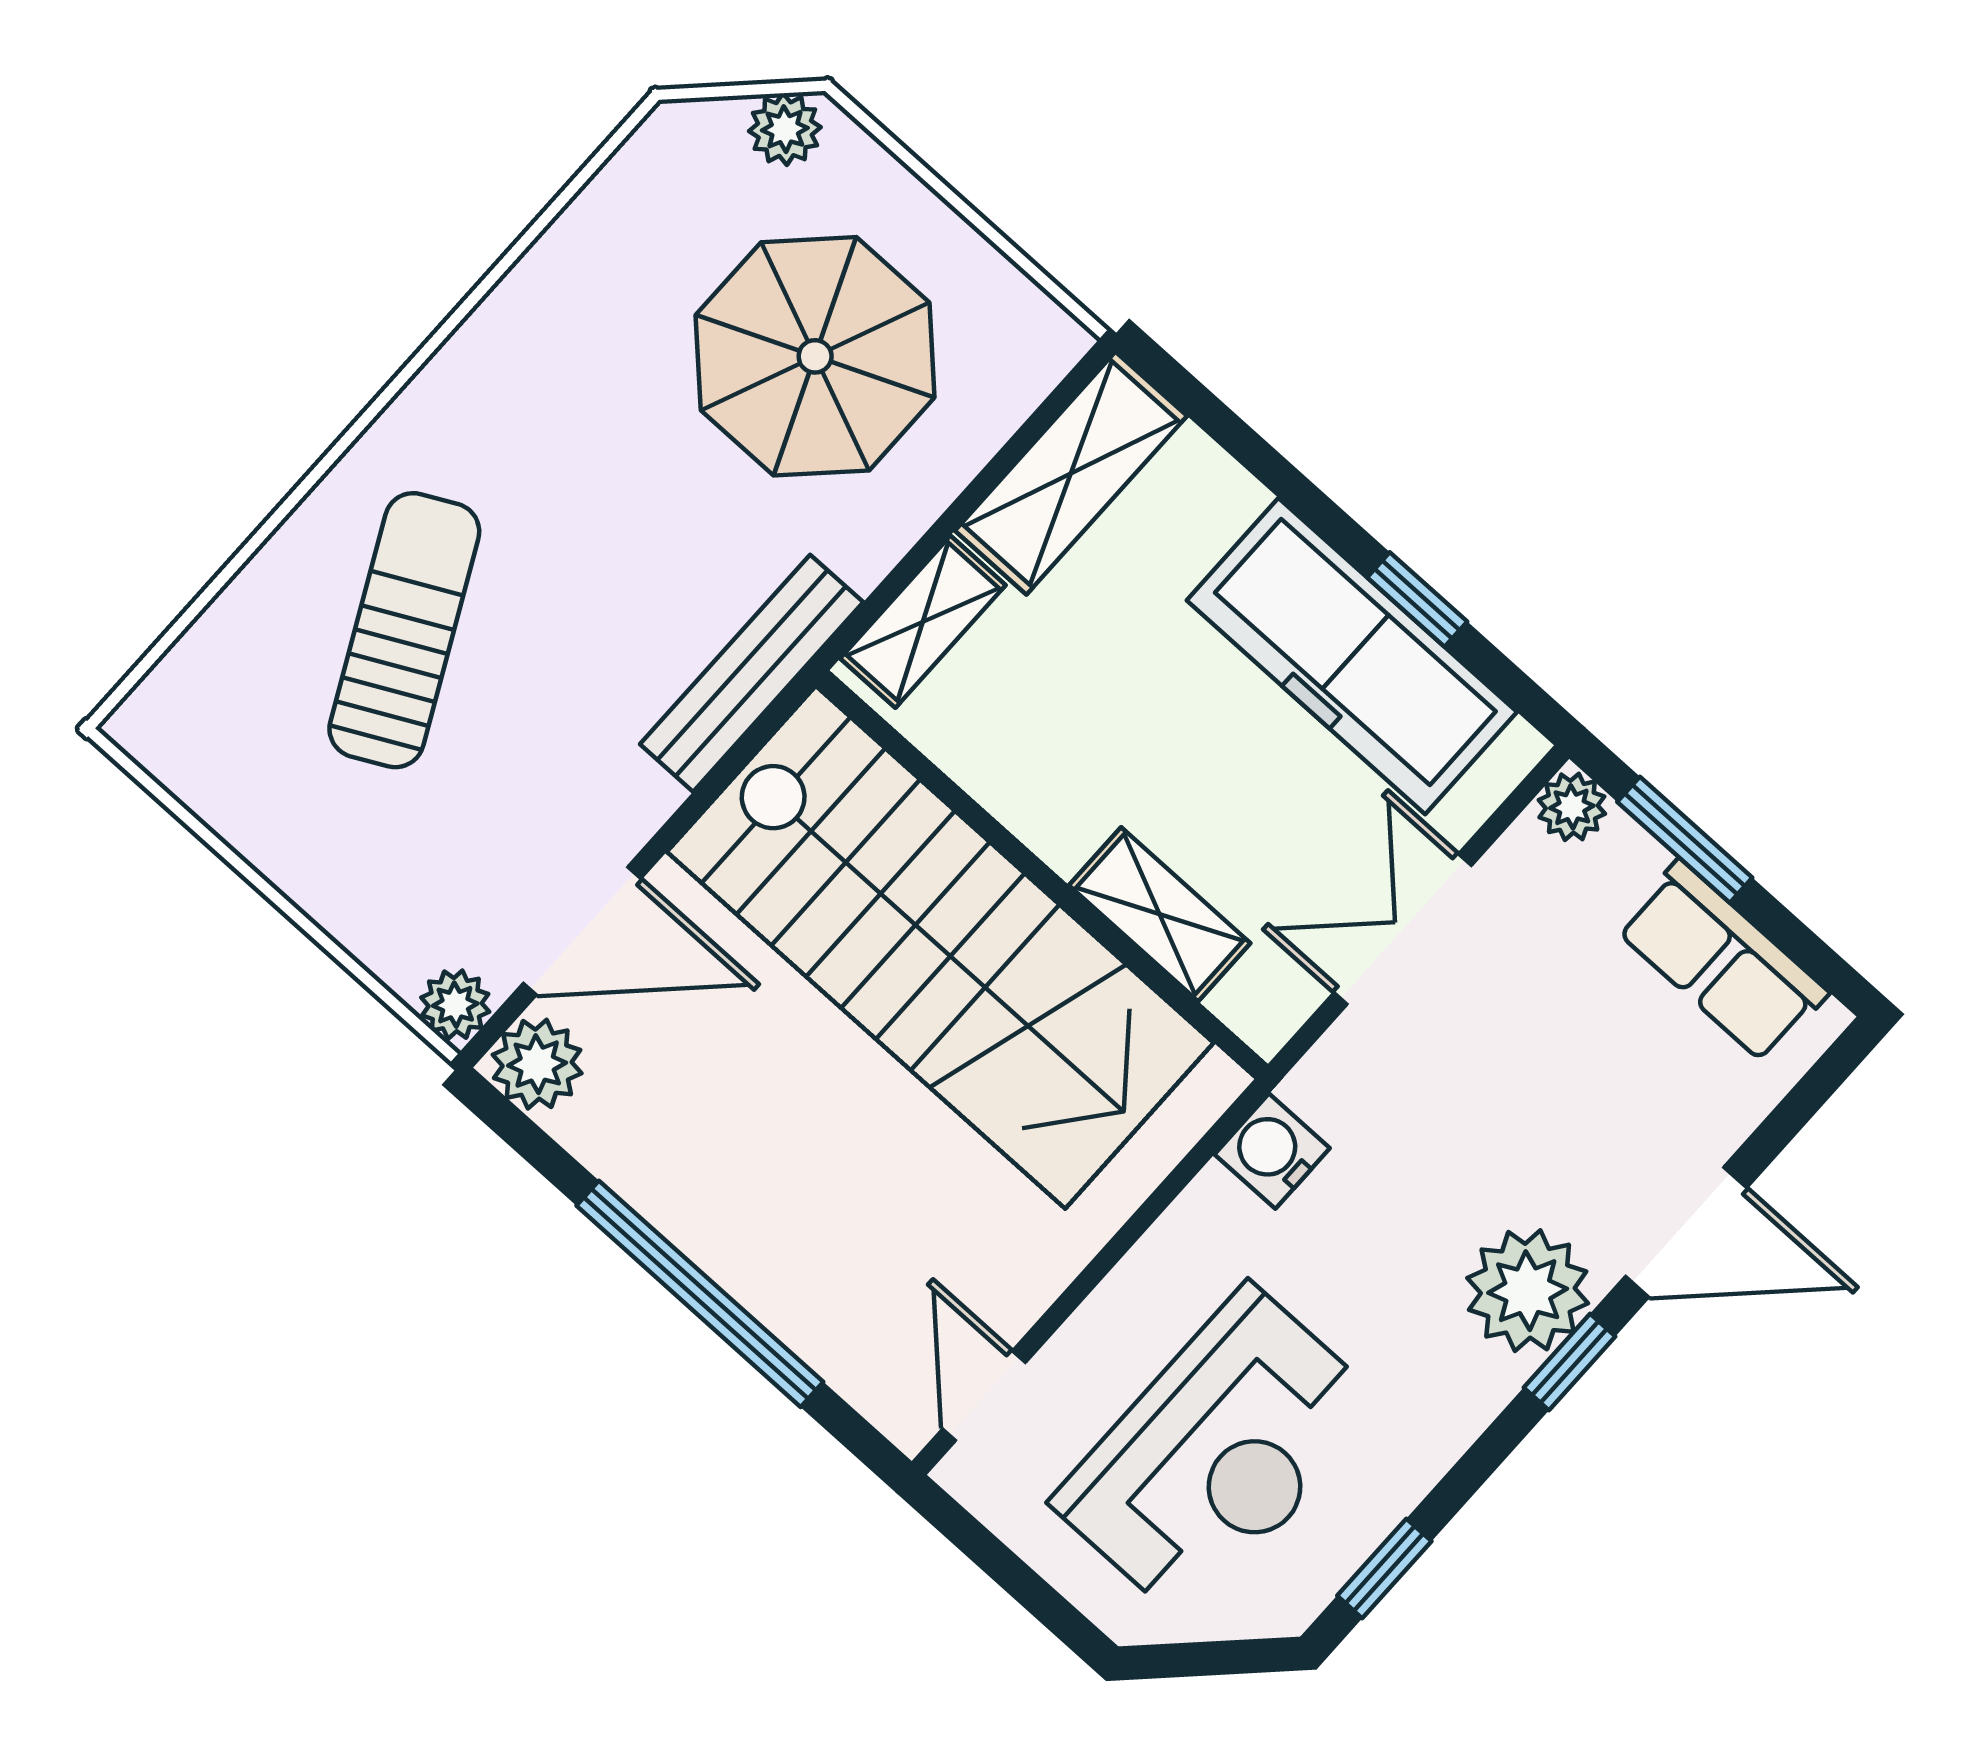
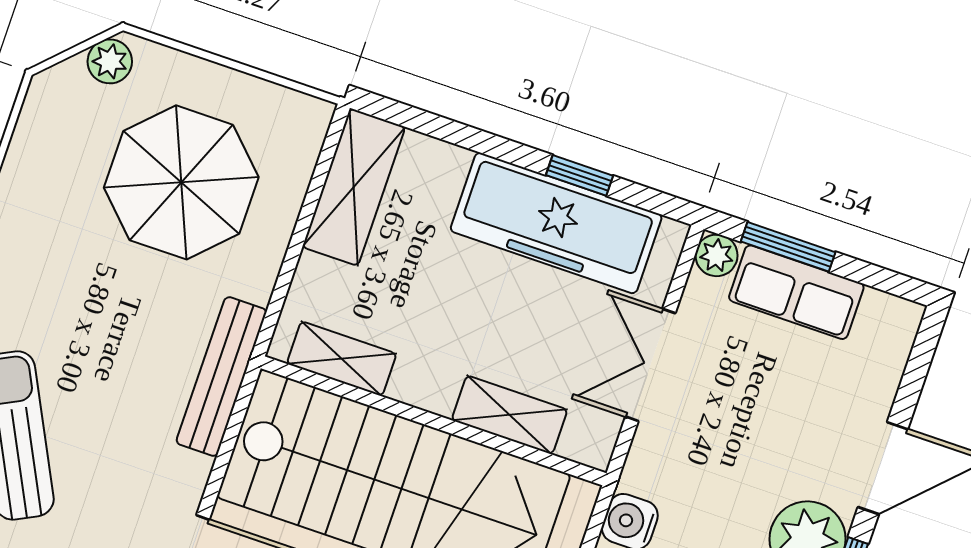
shelving: (923, 622) -> (342, 359), moved, turned 90
row of seats: (1722, 961) -> (796, 292), moved

